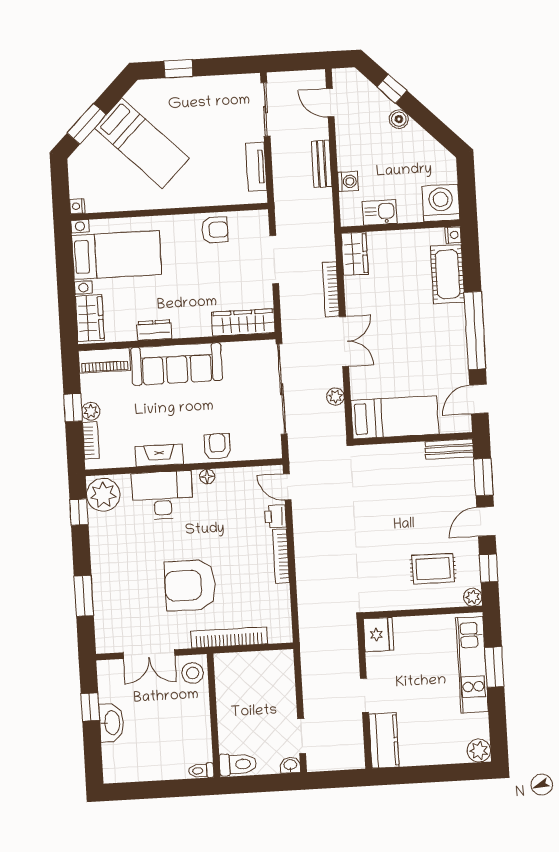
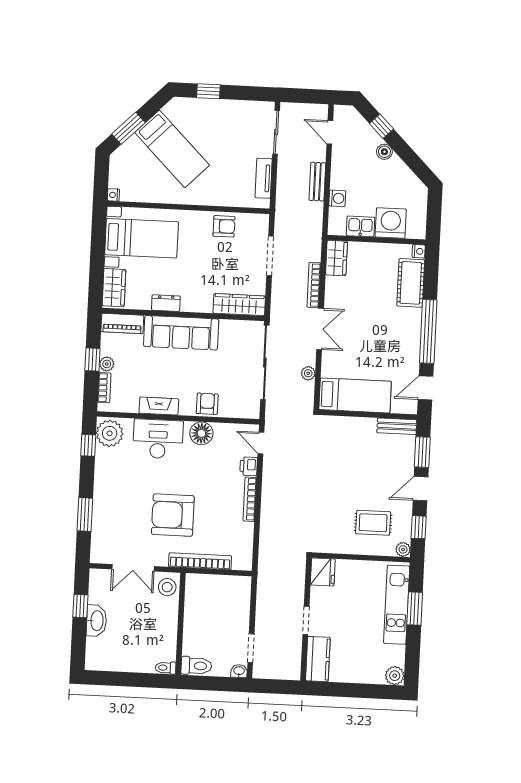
washing machine: (441, 203) -> (391, 223), moved
floor lamp: (207, 477) -> (201, 433), width x1.89, depth x1.89

